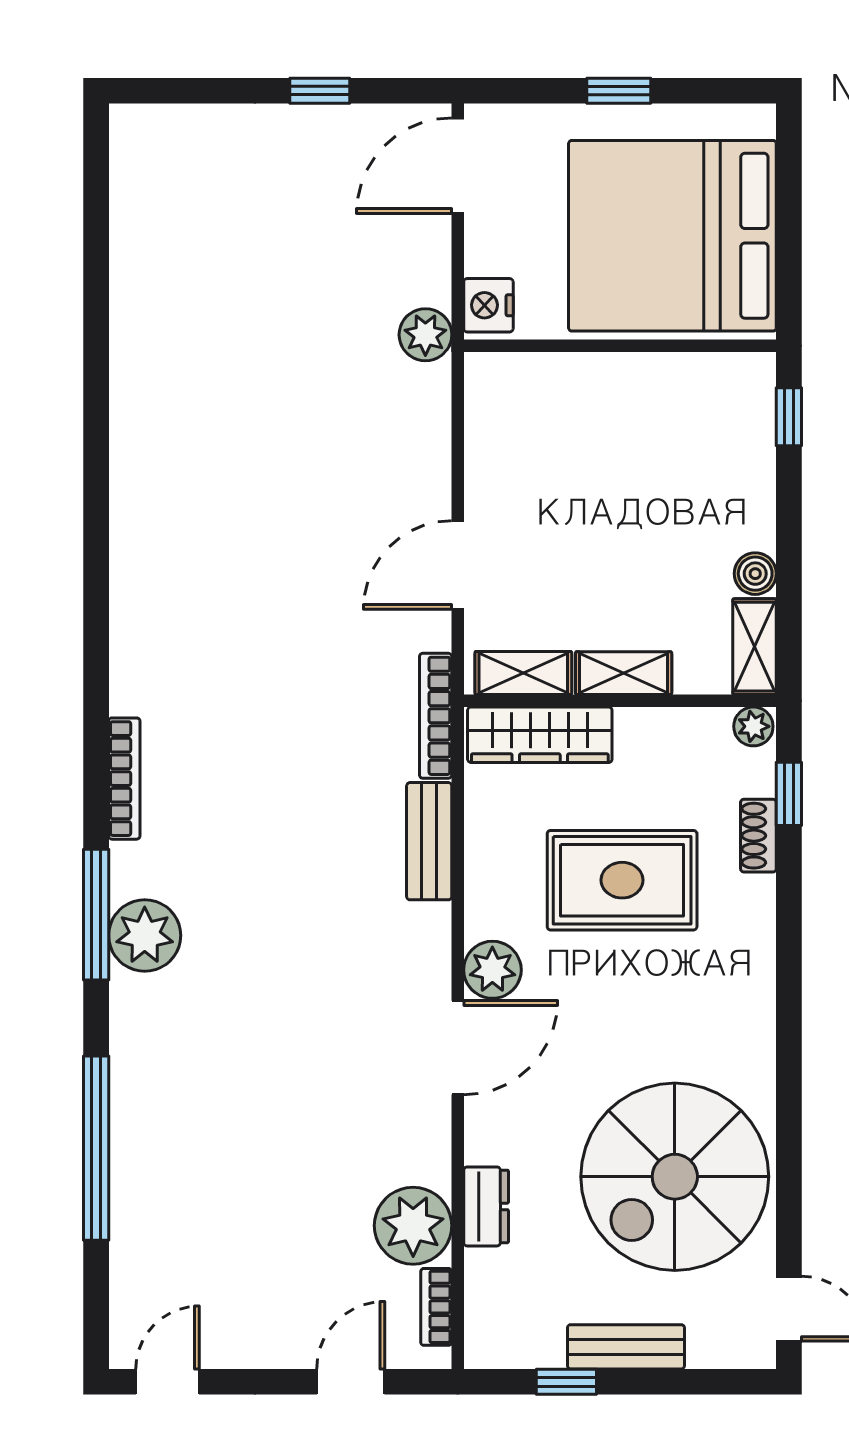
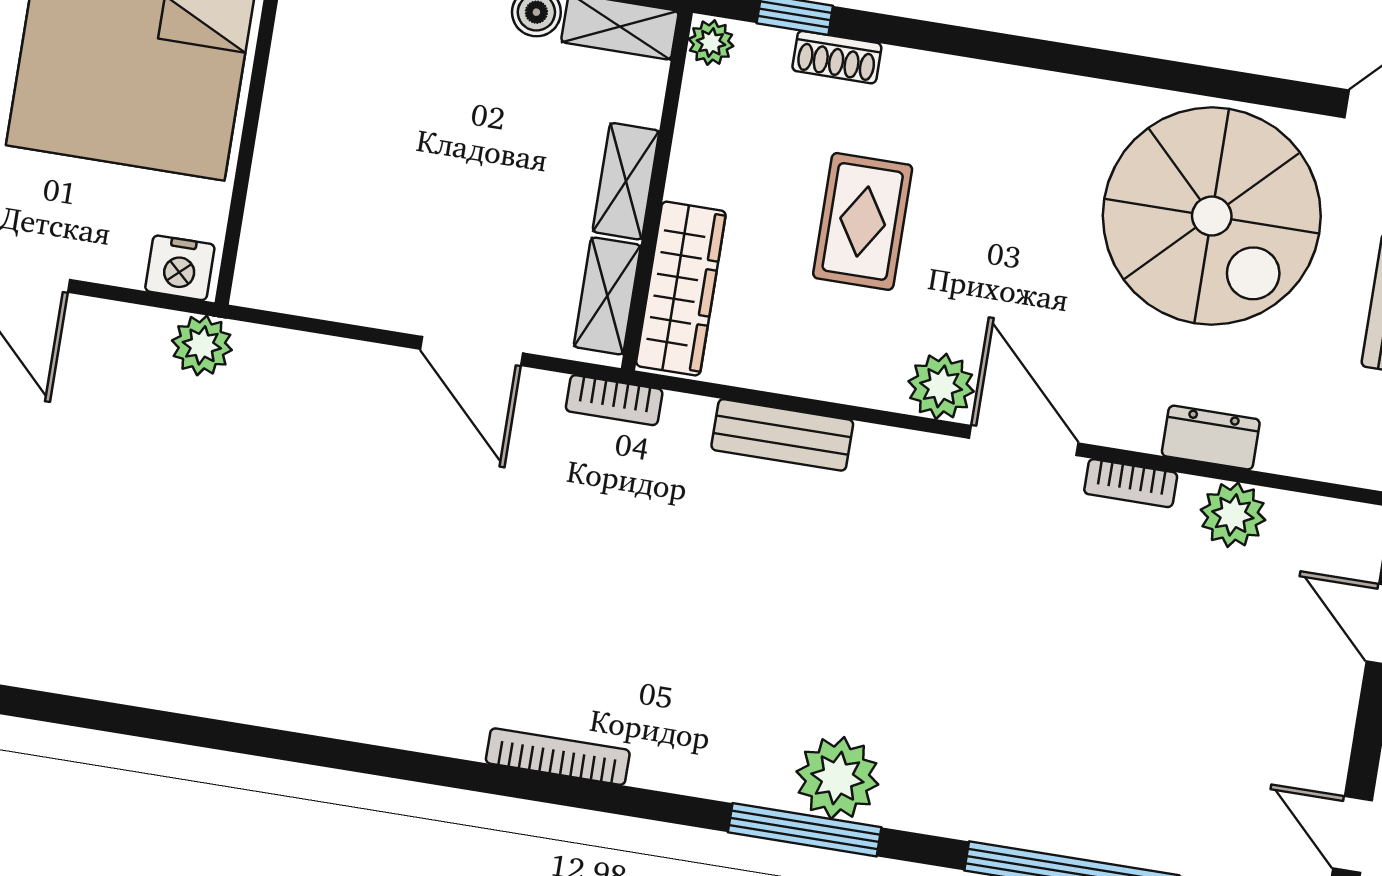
bookcase: (436, 716) -> (614, 400), width x0.64
bookcase: (124, 779) -> (558, 757), moved
rug: (622, 880) -> (863, 221), width x0.73, depth x0.70
plant: (413, 1226) -> (1233, 515), width x0.73, depth x0.73
bookcase: (436, 1307) -> (1131, 483), moved

